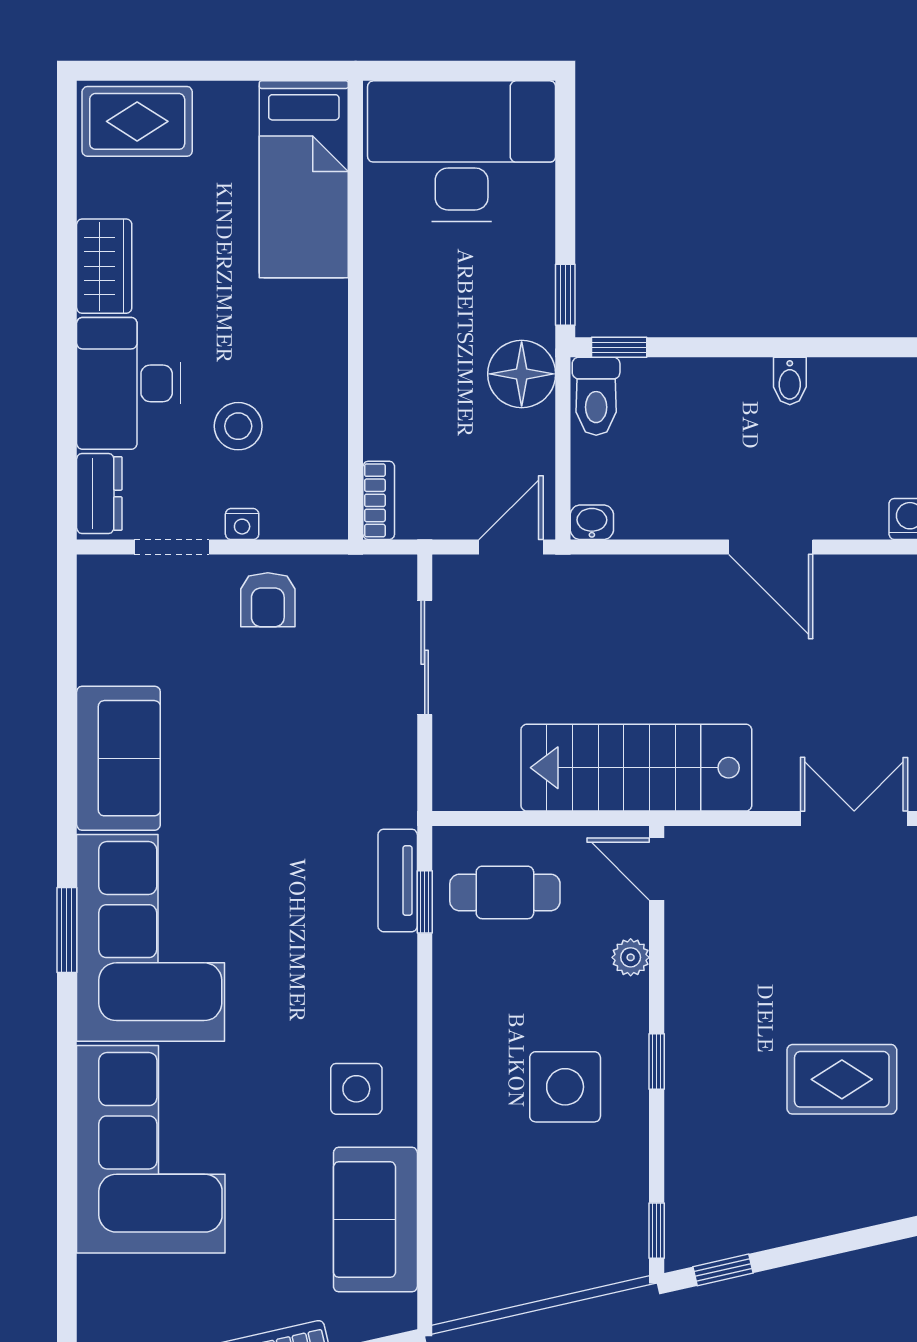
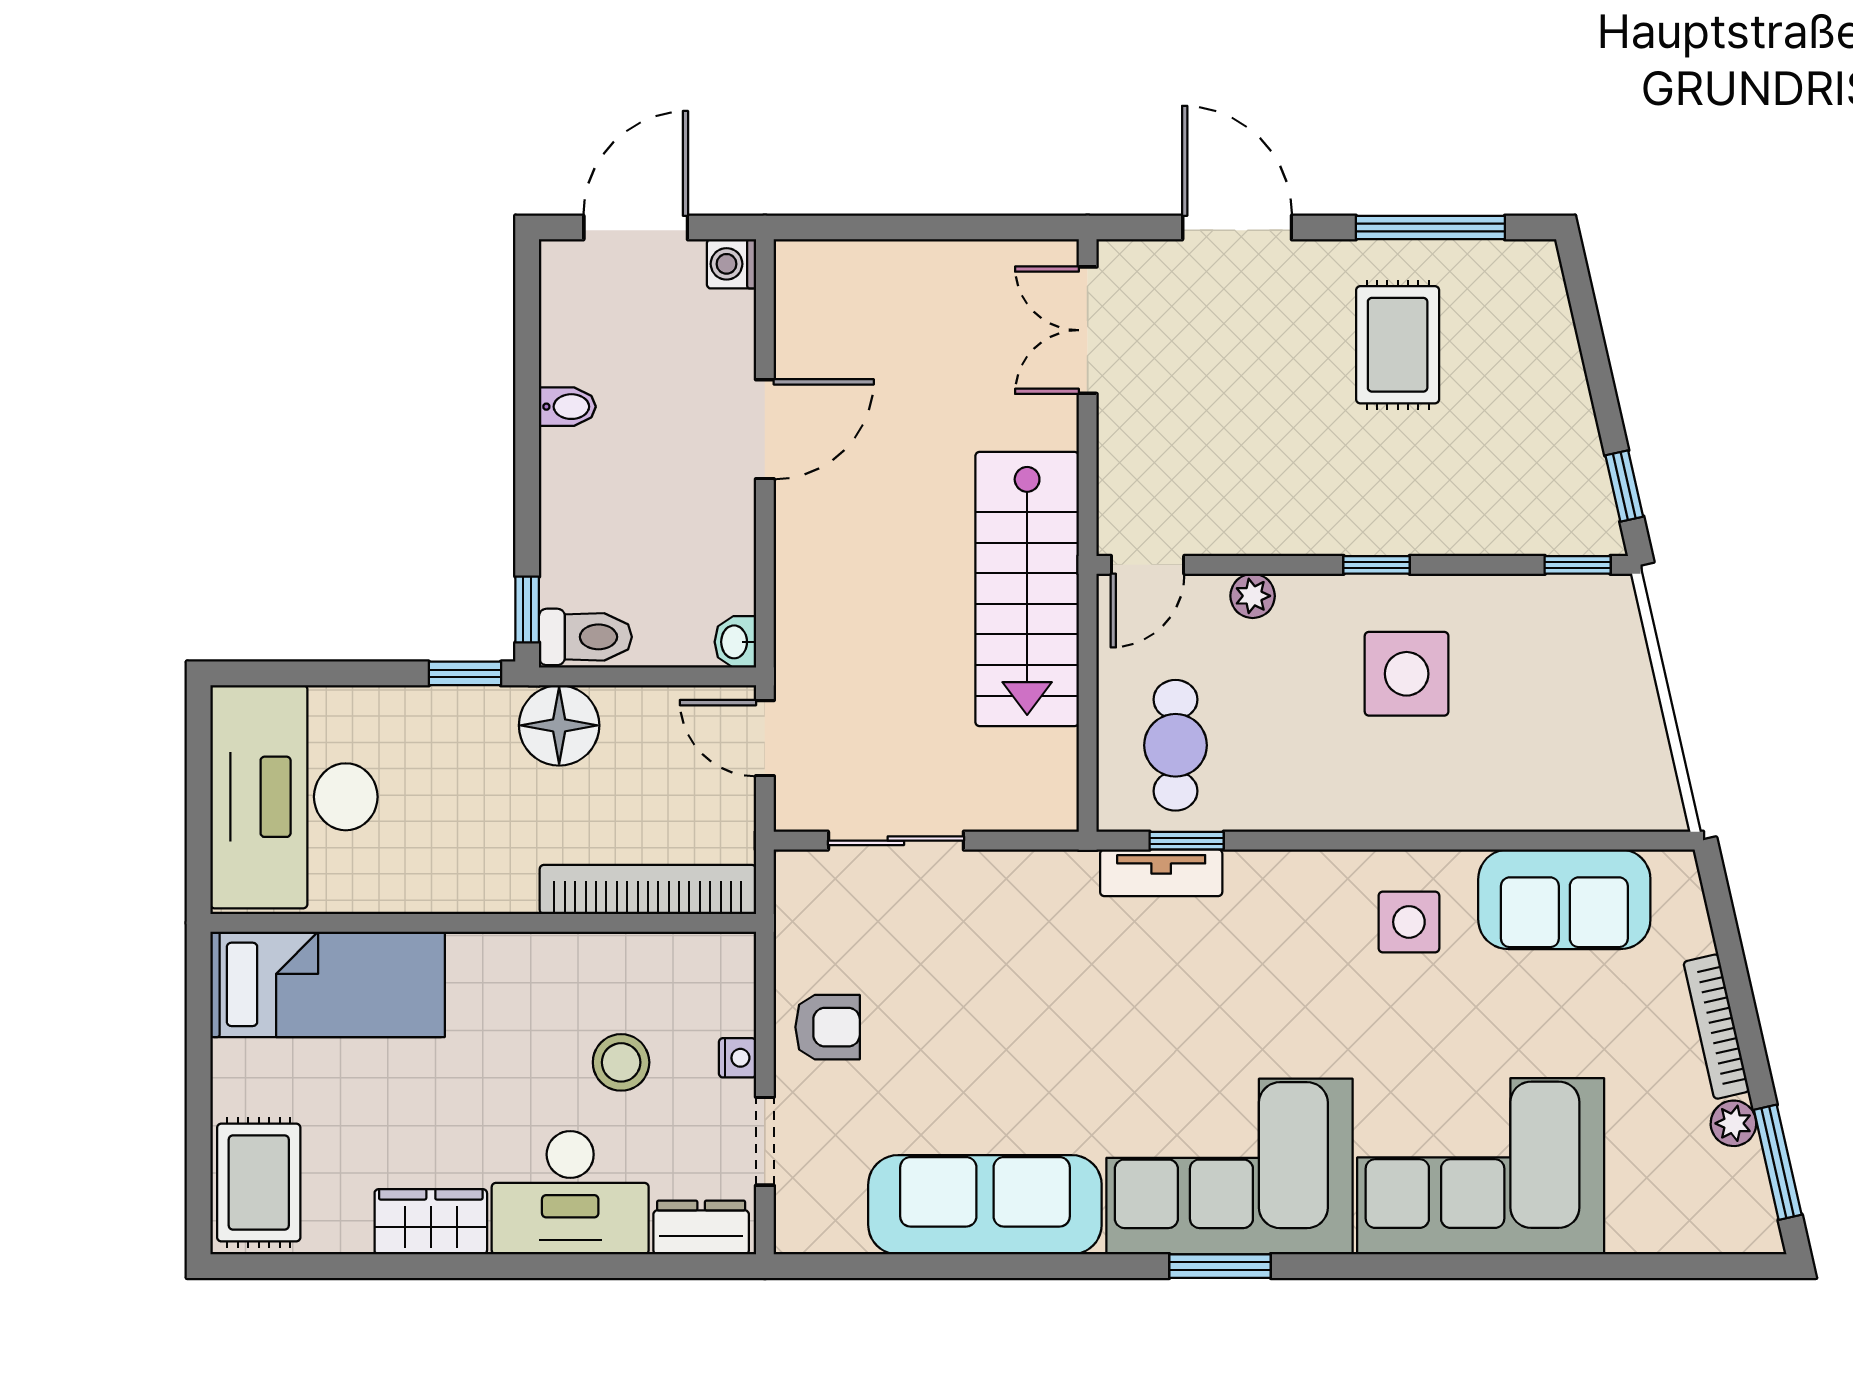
bookcase: (379, 500) -> (648, 889), width x2.31, depth x1.31
sofa: (118, 758) -> (985, 1205), width x1.36

